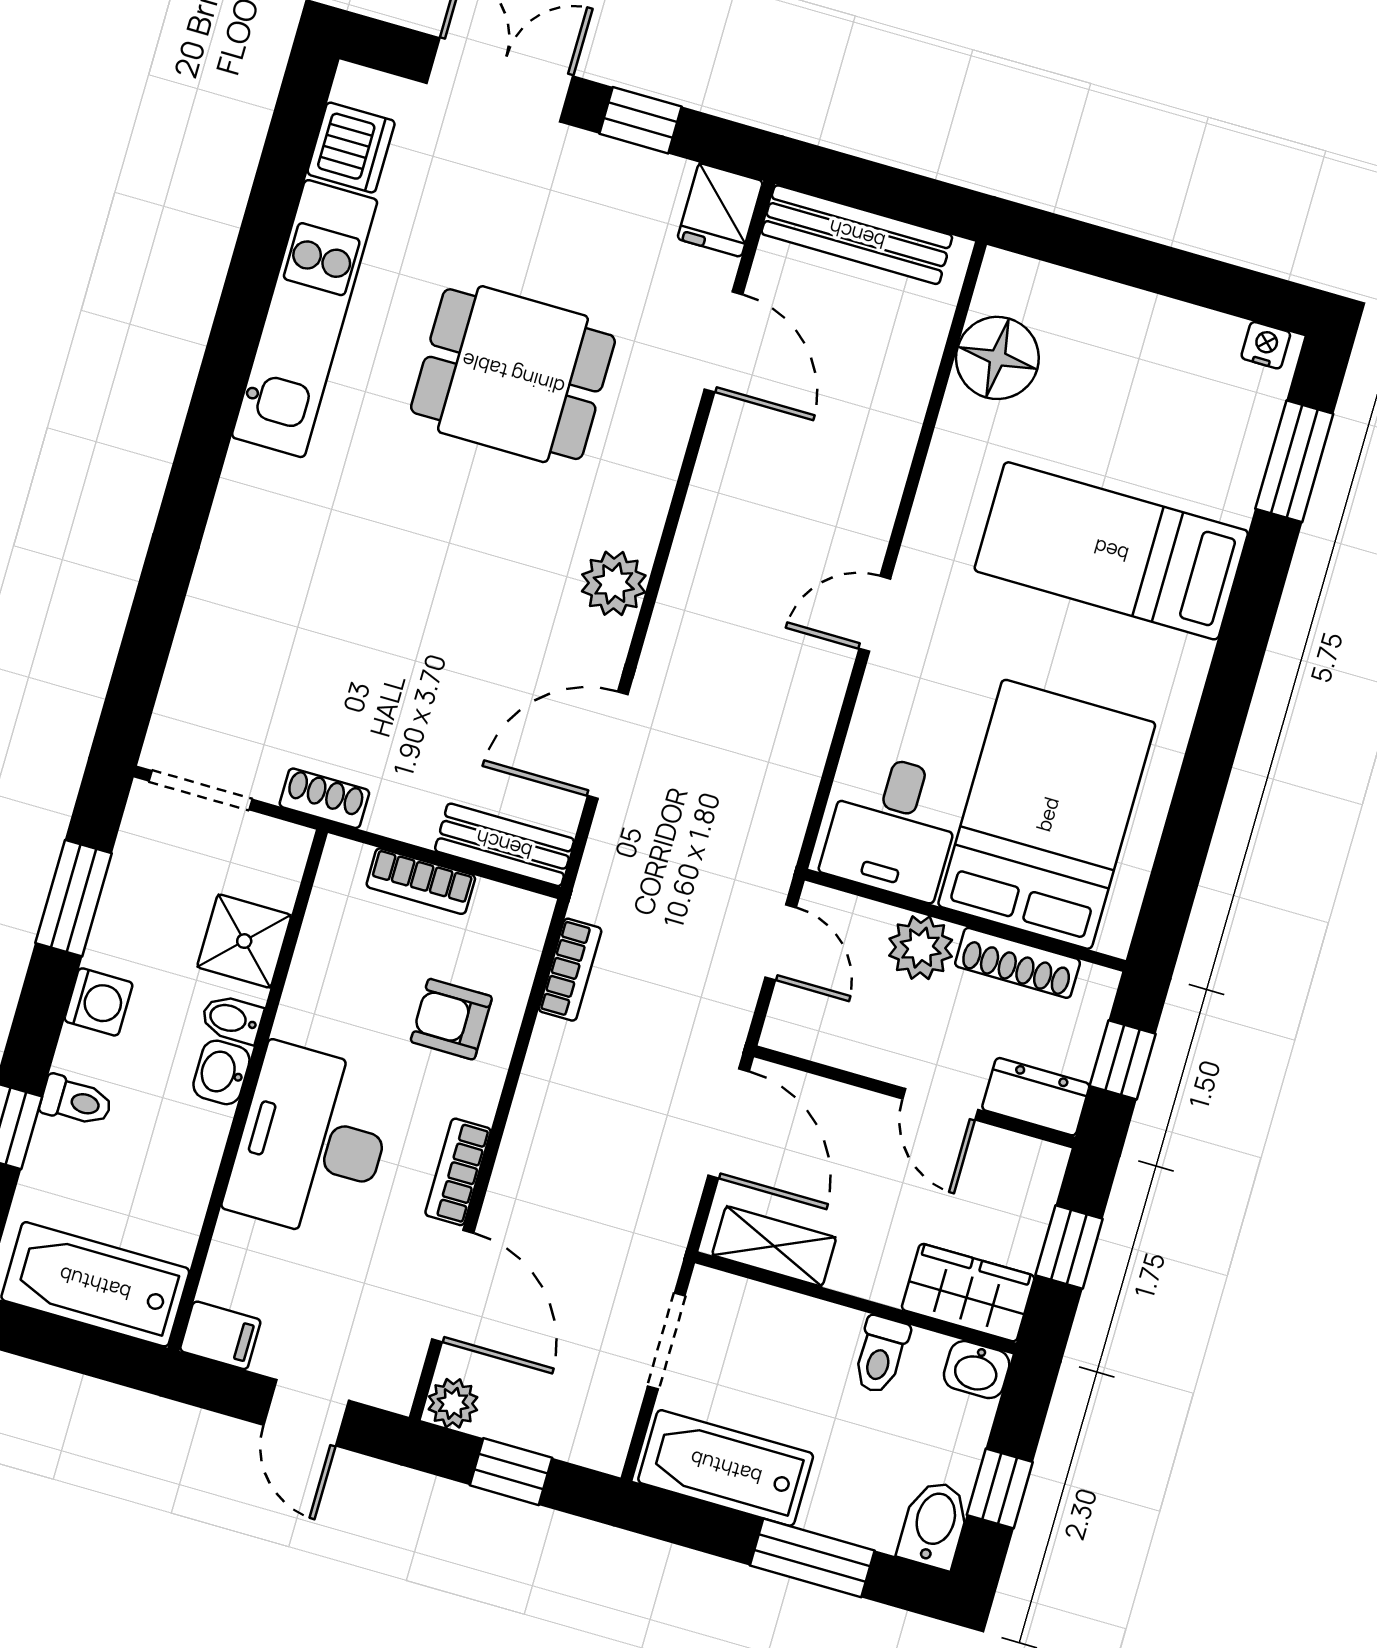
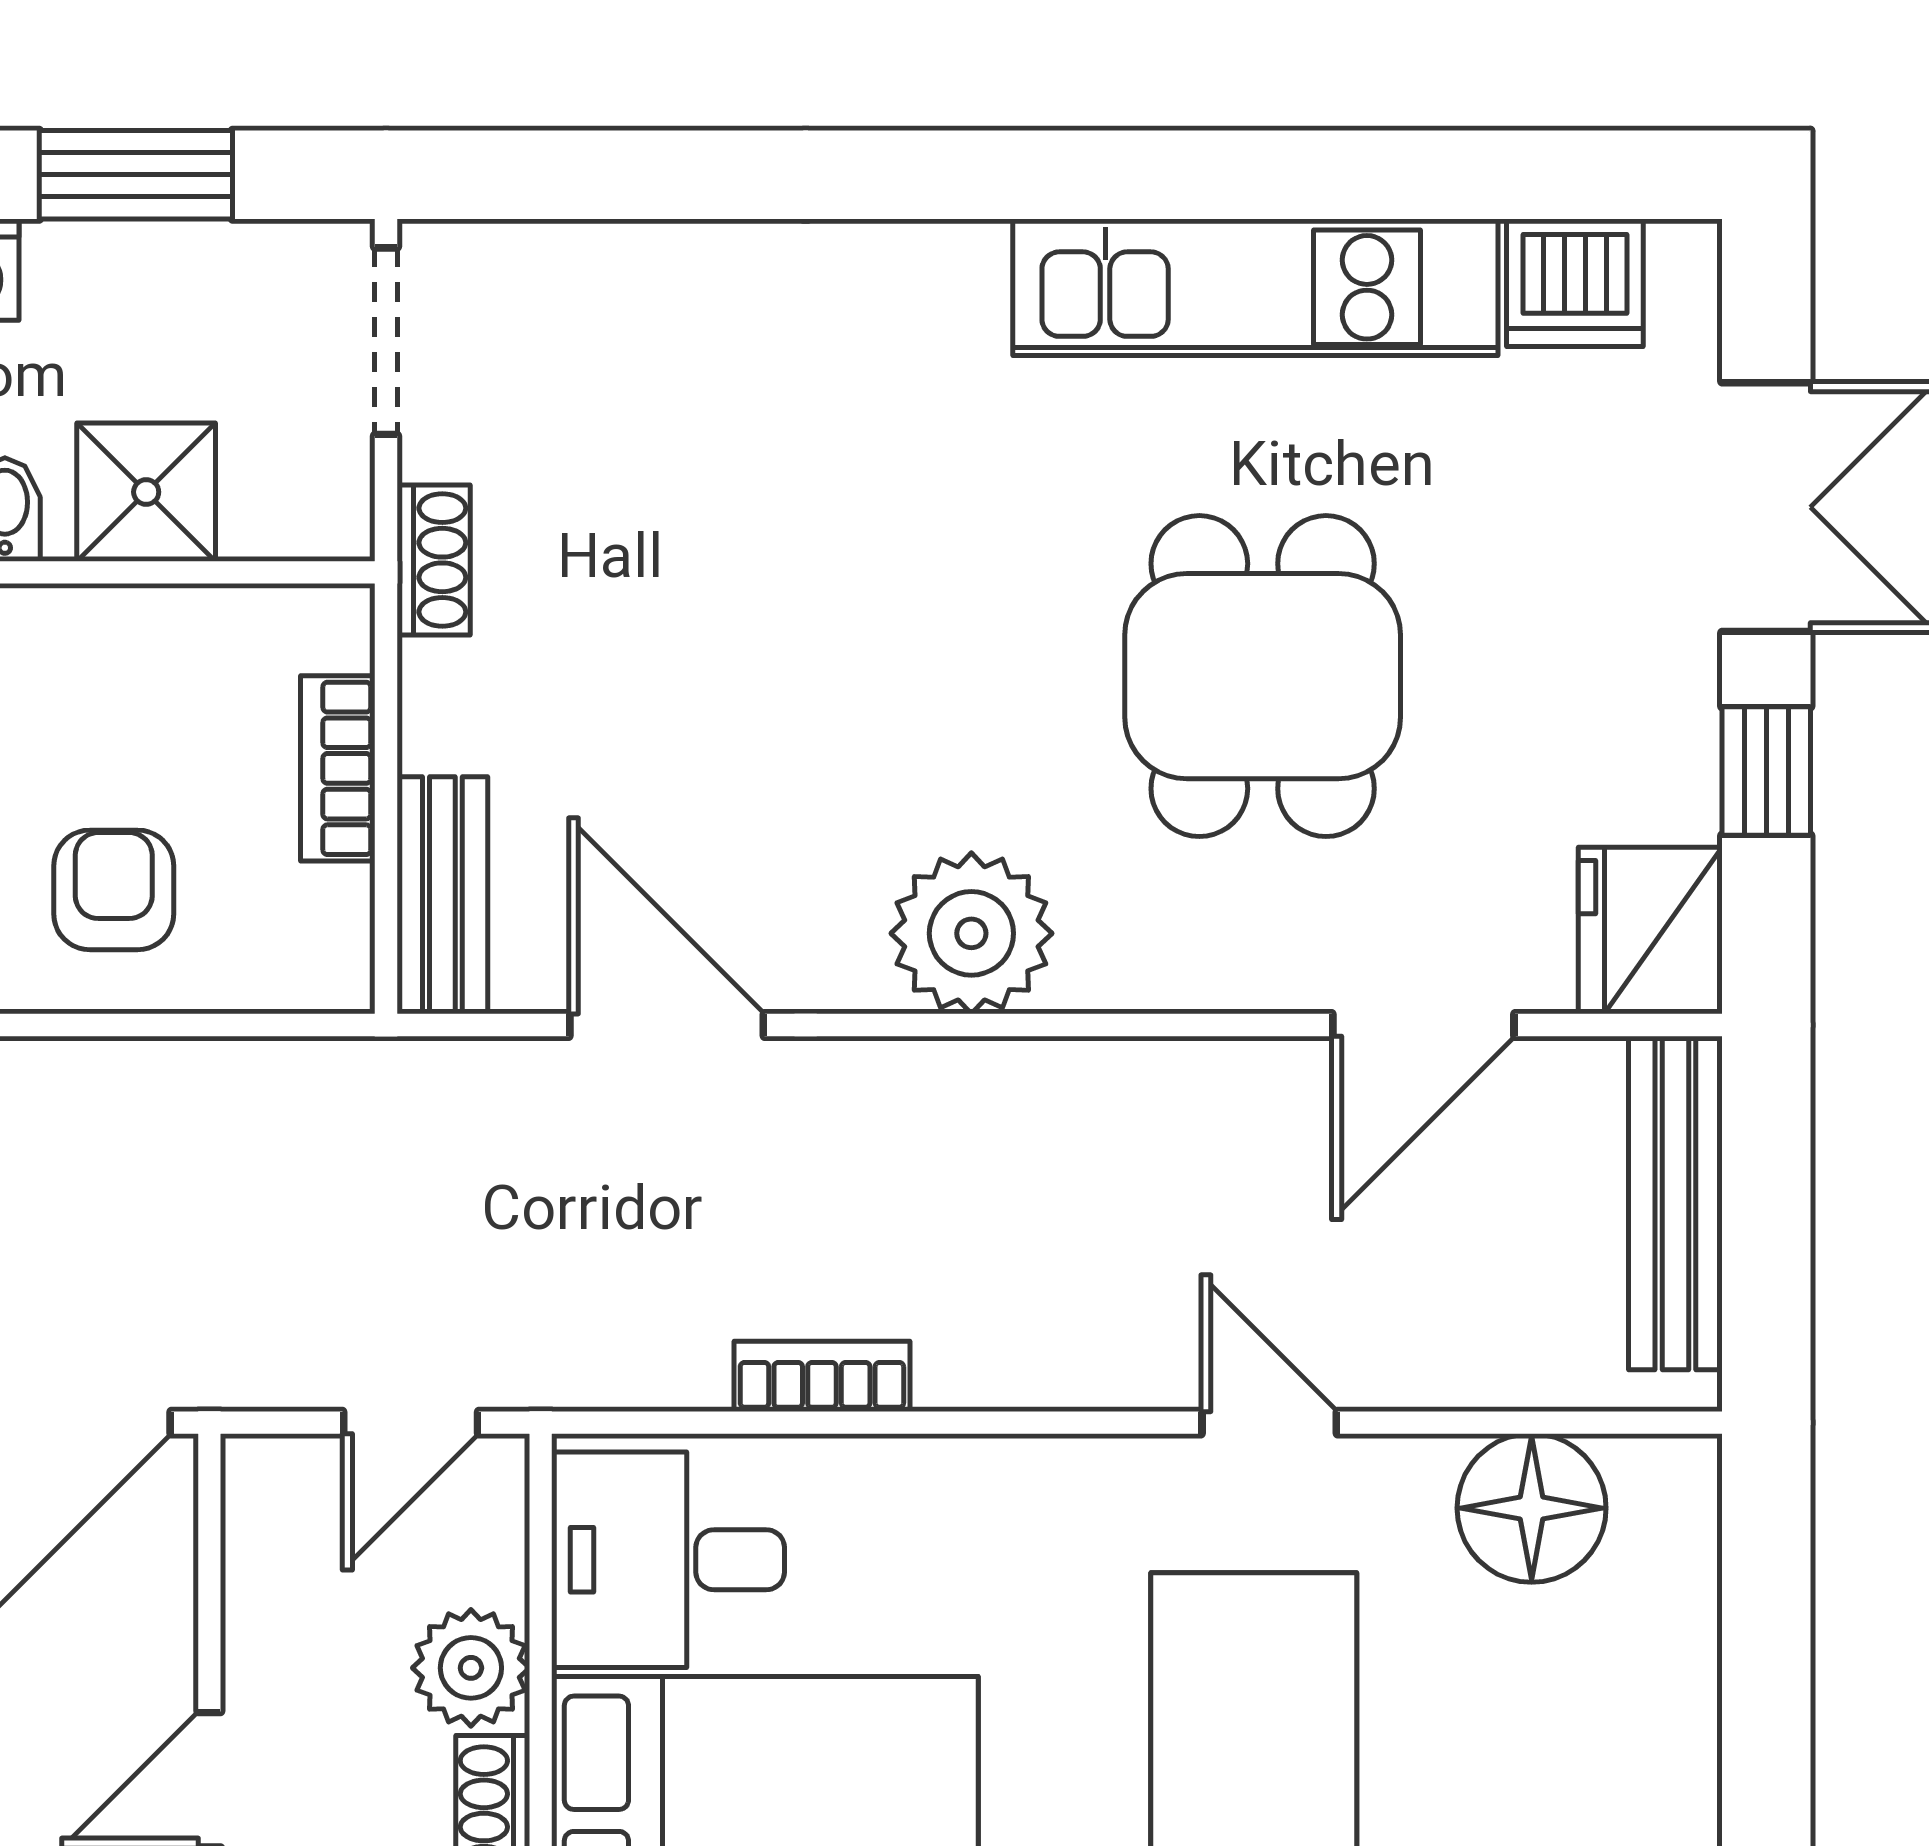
fridge: (720, 210) -> (1650, 931), width x1.38
plant: (614, 583) -> (971, 933), width x1.36, depth x1.36
door: (875, 614) -> (1269, 1423), moved
bookcase: (570, 970) -> (822, 1376), moved, turned 180

